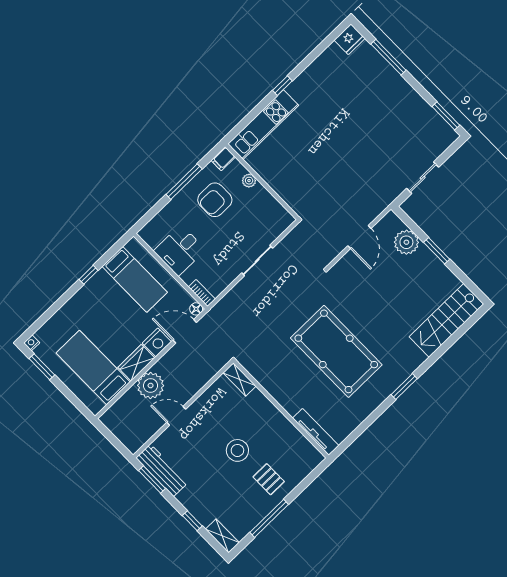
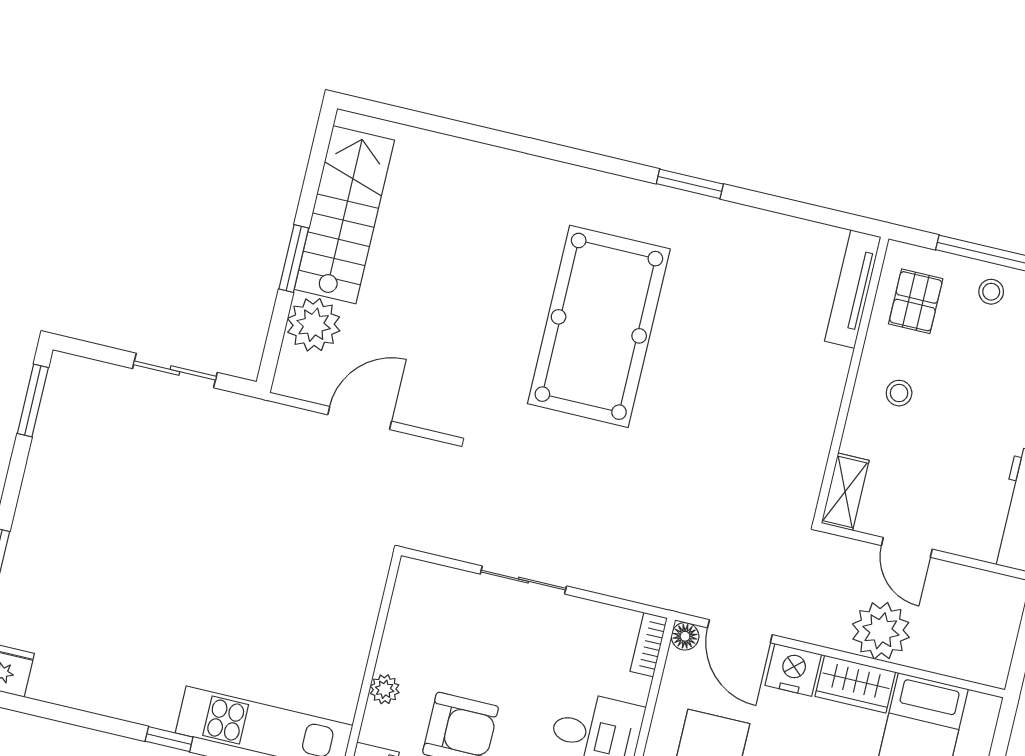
stairs: (446, 320) -> (344, 215), moved, turned -90
shelving: (240, 379) -> (845, 492), moved
window: (404, 387) -> (690, 184), moved
wall: (281, 409) -> (851, 380), moved
tv unit: (316, 432) -> (853, 289), moved
stool: (237, 450) -> (899, 393), width x0.53, depth x0.53
stool: (254, 511) -> (991, 292), added

